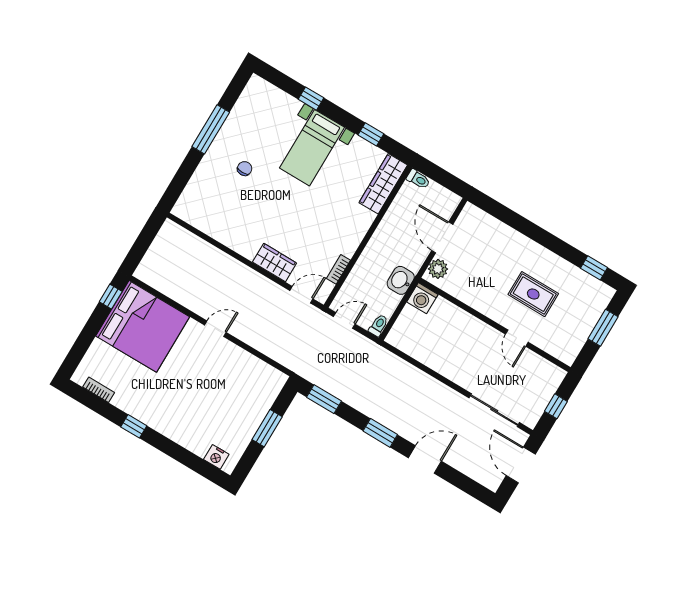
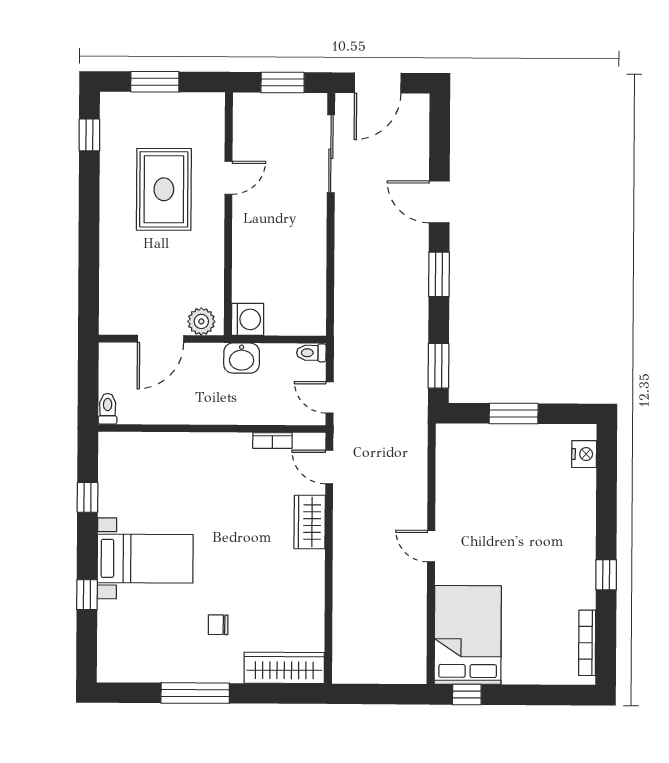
wardrobe: (383, 184) -> (284, 668), moved, turned 180
rug: (533, 294) -> (164, 189), width x1.36, depth x1.43
bed: (143, 326) -> (468, 635), width x0.73
bookcase: (99, 390) -> (587, 643), width x1.56
window: (556, 406) -> (283, 82), width x1.50

